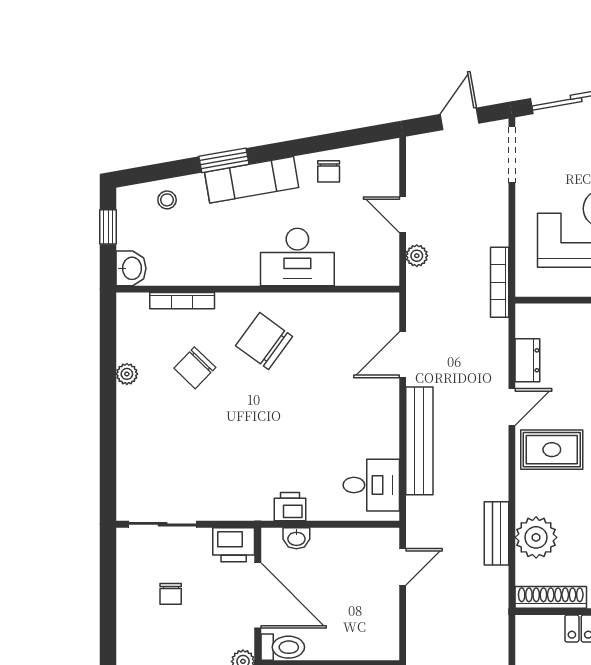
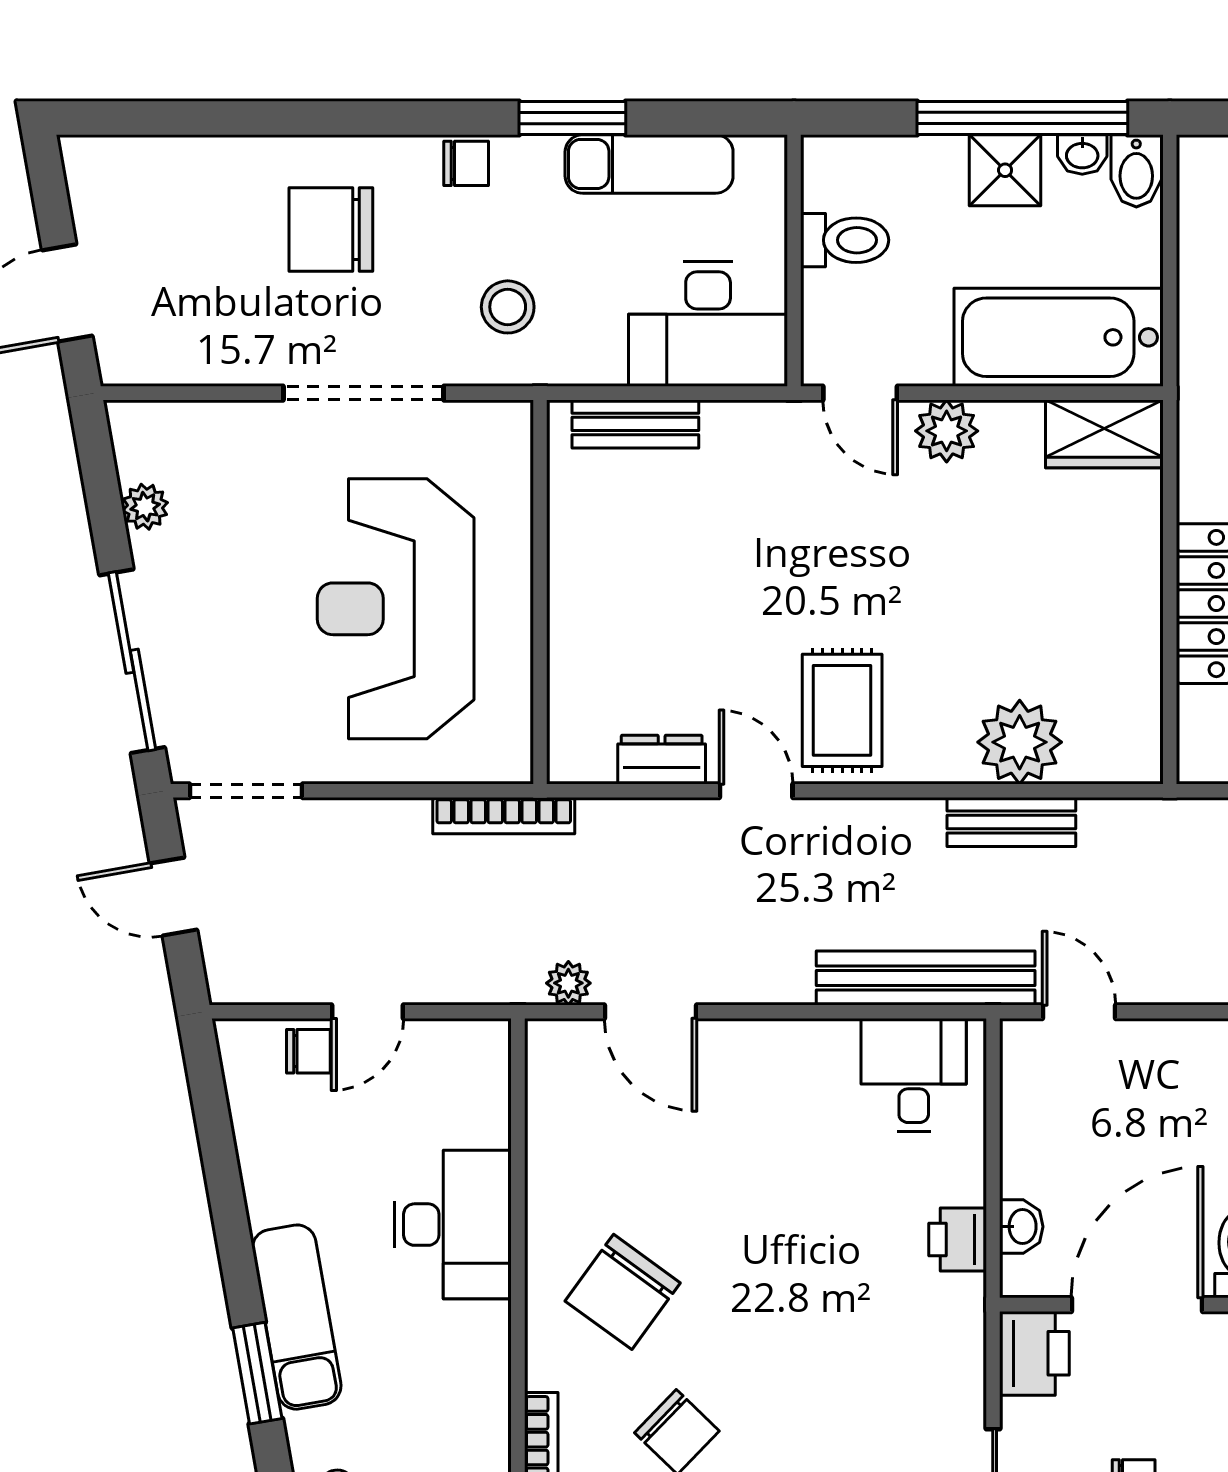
chair: (329, 171) -> (308, 1051), moved
plant: (417, 256) -> (568, 983), moved
bench: (419, 441) -> (926, 978), moved
shoe rack: (551, 597) -> (1141, 712), removed

